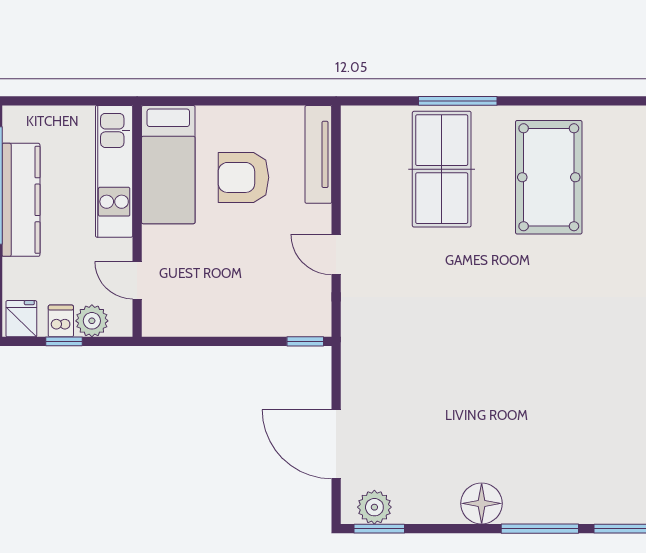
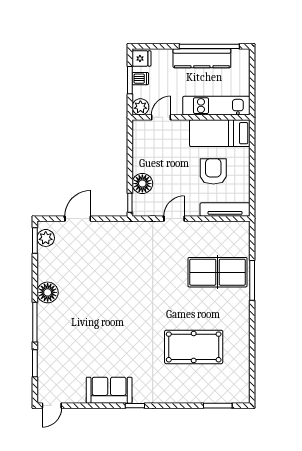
pool table: (549, 177) -> (194, 347), moved
floor lamp: (267, 317) -> (142, 184), added
plant: (92, 321) -> (140, 107), moved
window: (64, 341) -> (130, 80), width x1.50
door: (336, 444) -> (78, 219), width x0.73

